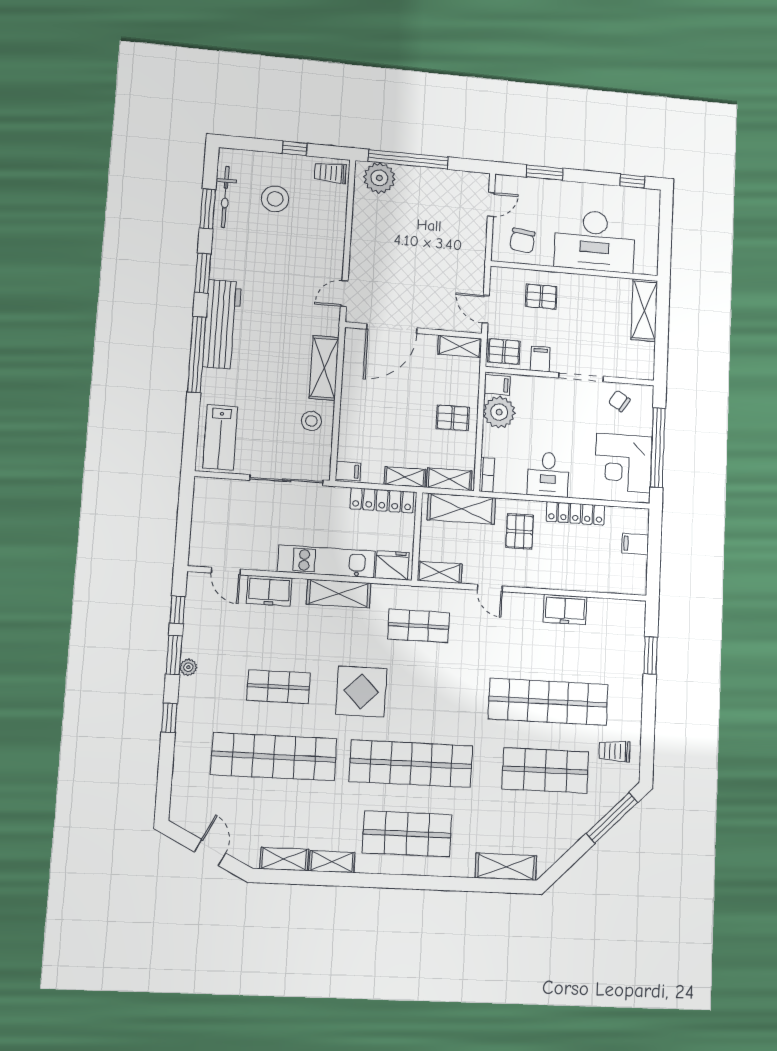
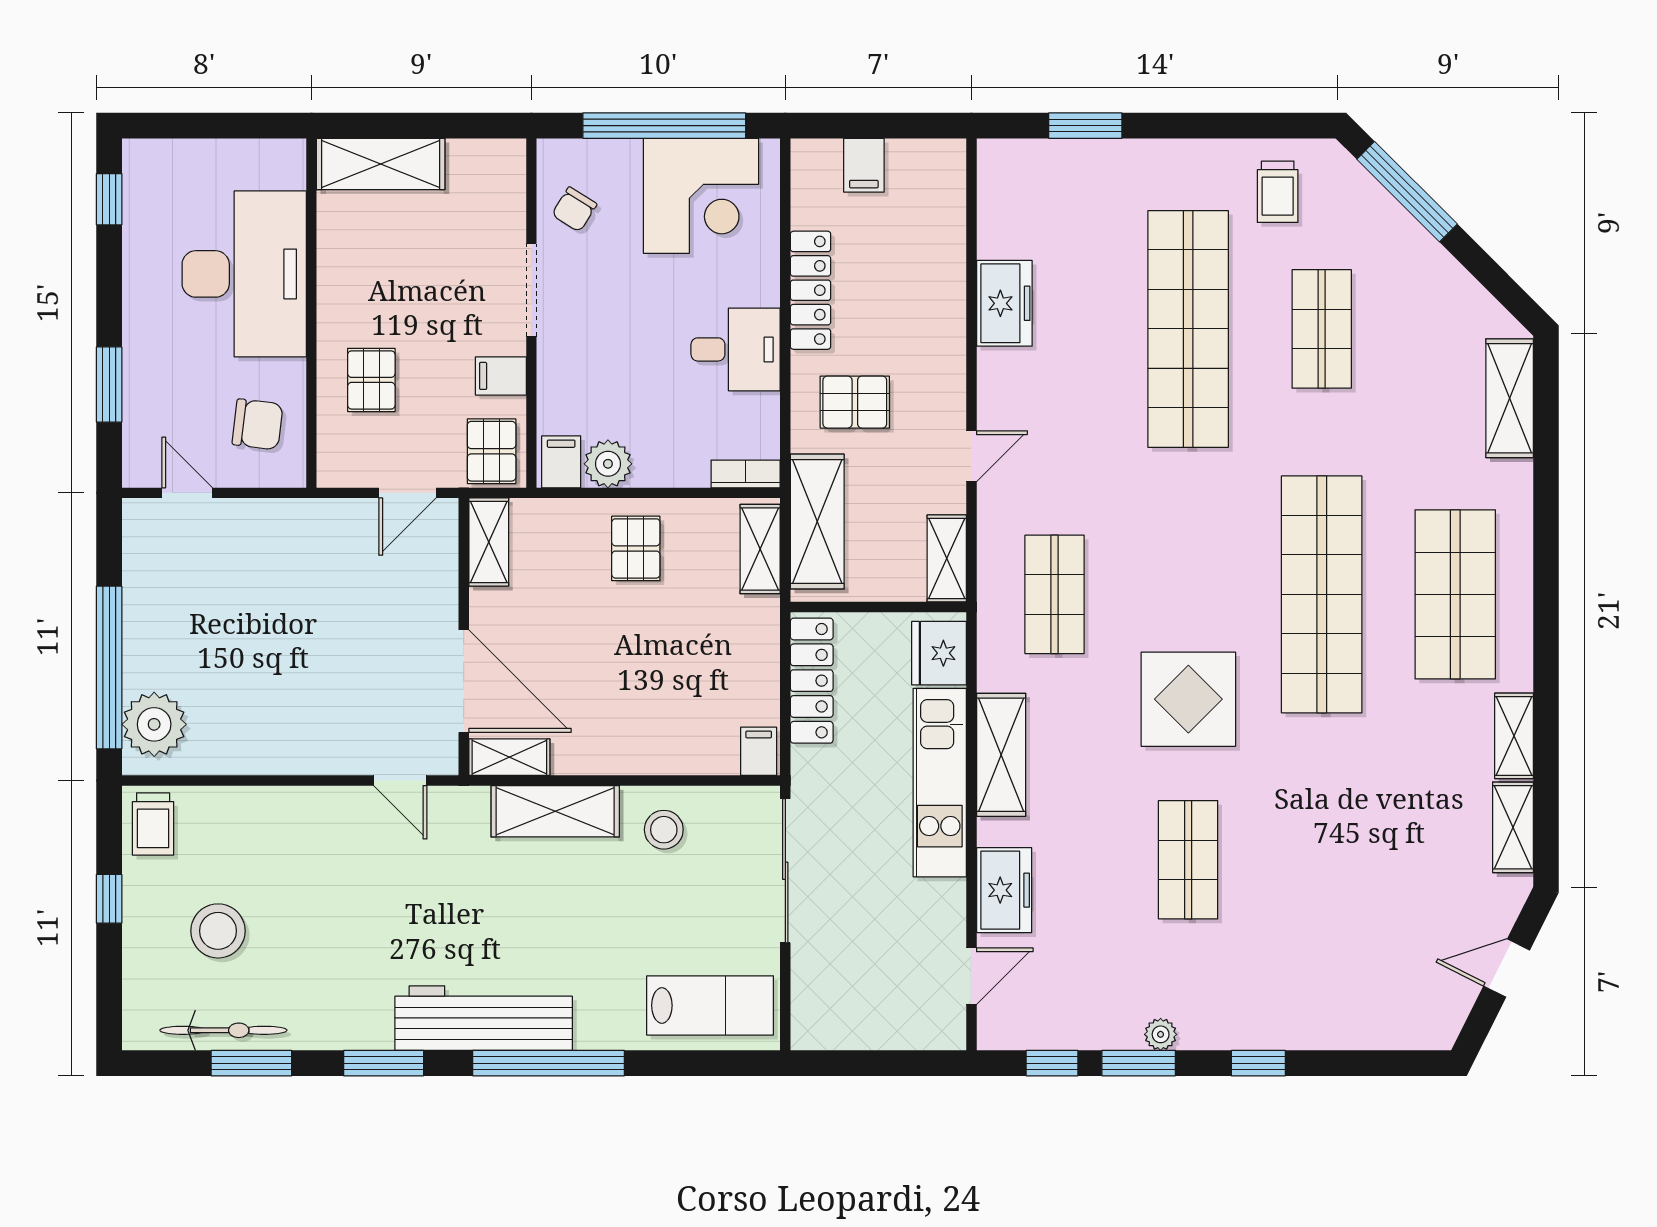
plant: (499, 412) -> (608, 464), width x0.73, depth x0.73
shelving: (405, 477) -> (509, 757), moved, turned 90
shop shelf: (274, 757) -> (1322, 860), removed
shop shelf: (545, 770) -> (1322, 329), width x0.70, depth x0.74

